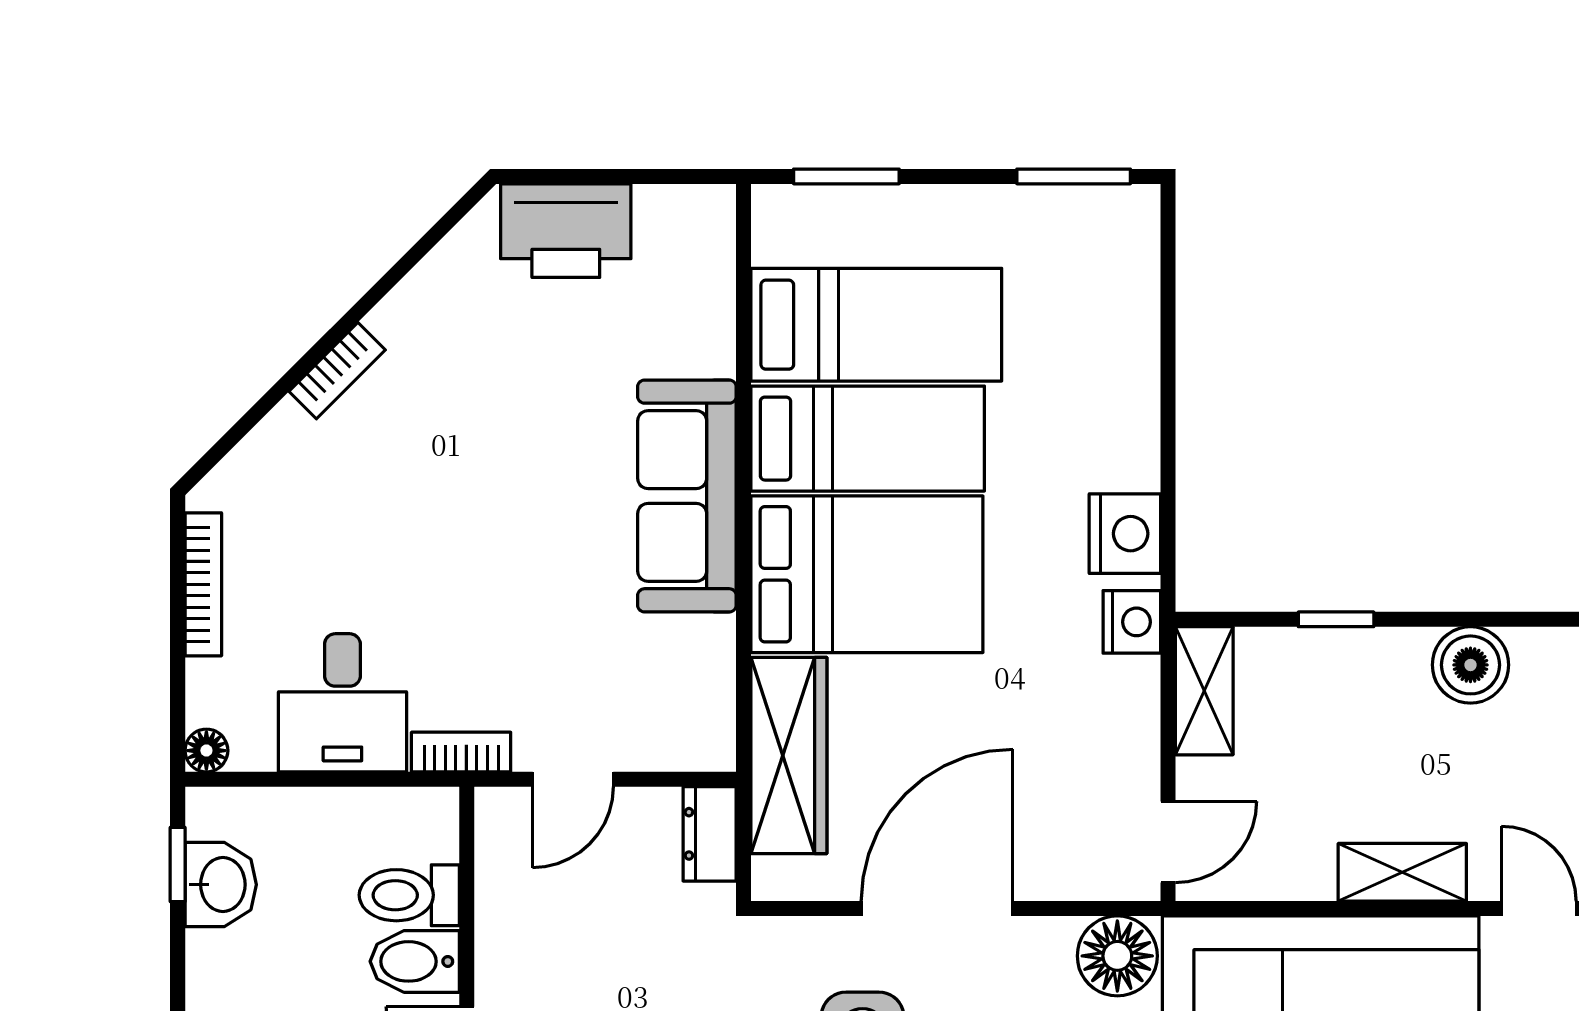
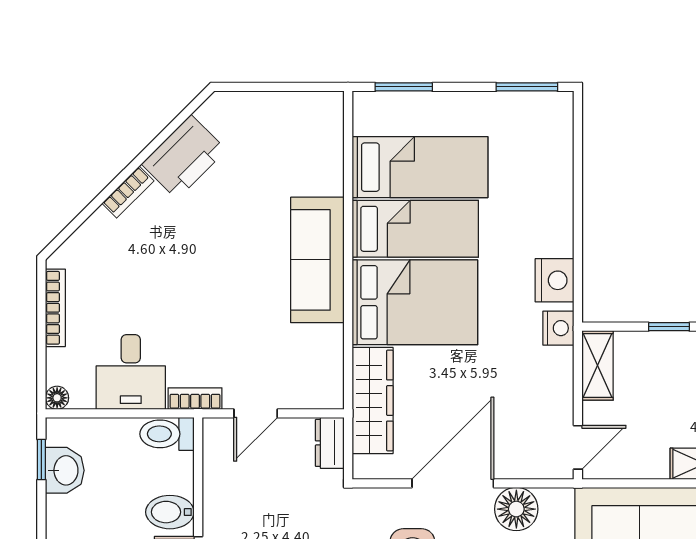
printer: (566, 231) -> (184, 157), moved, turned -45
toilet: (409, 895) -> (167, 434), moved
floor lamp: (1117, 956) -> (516, 509), moved

